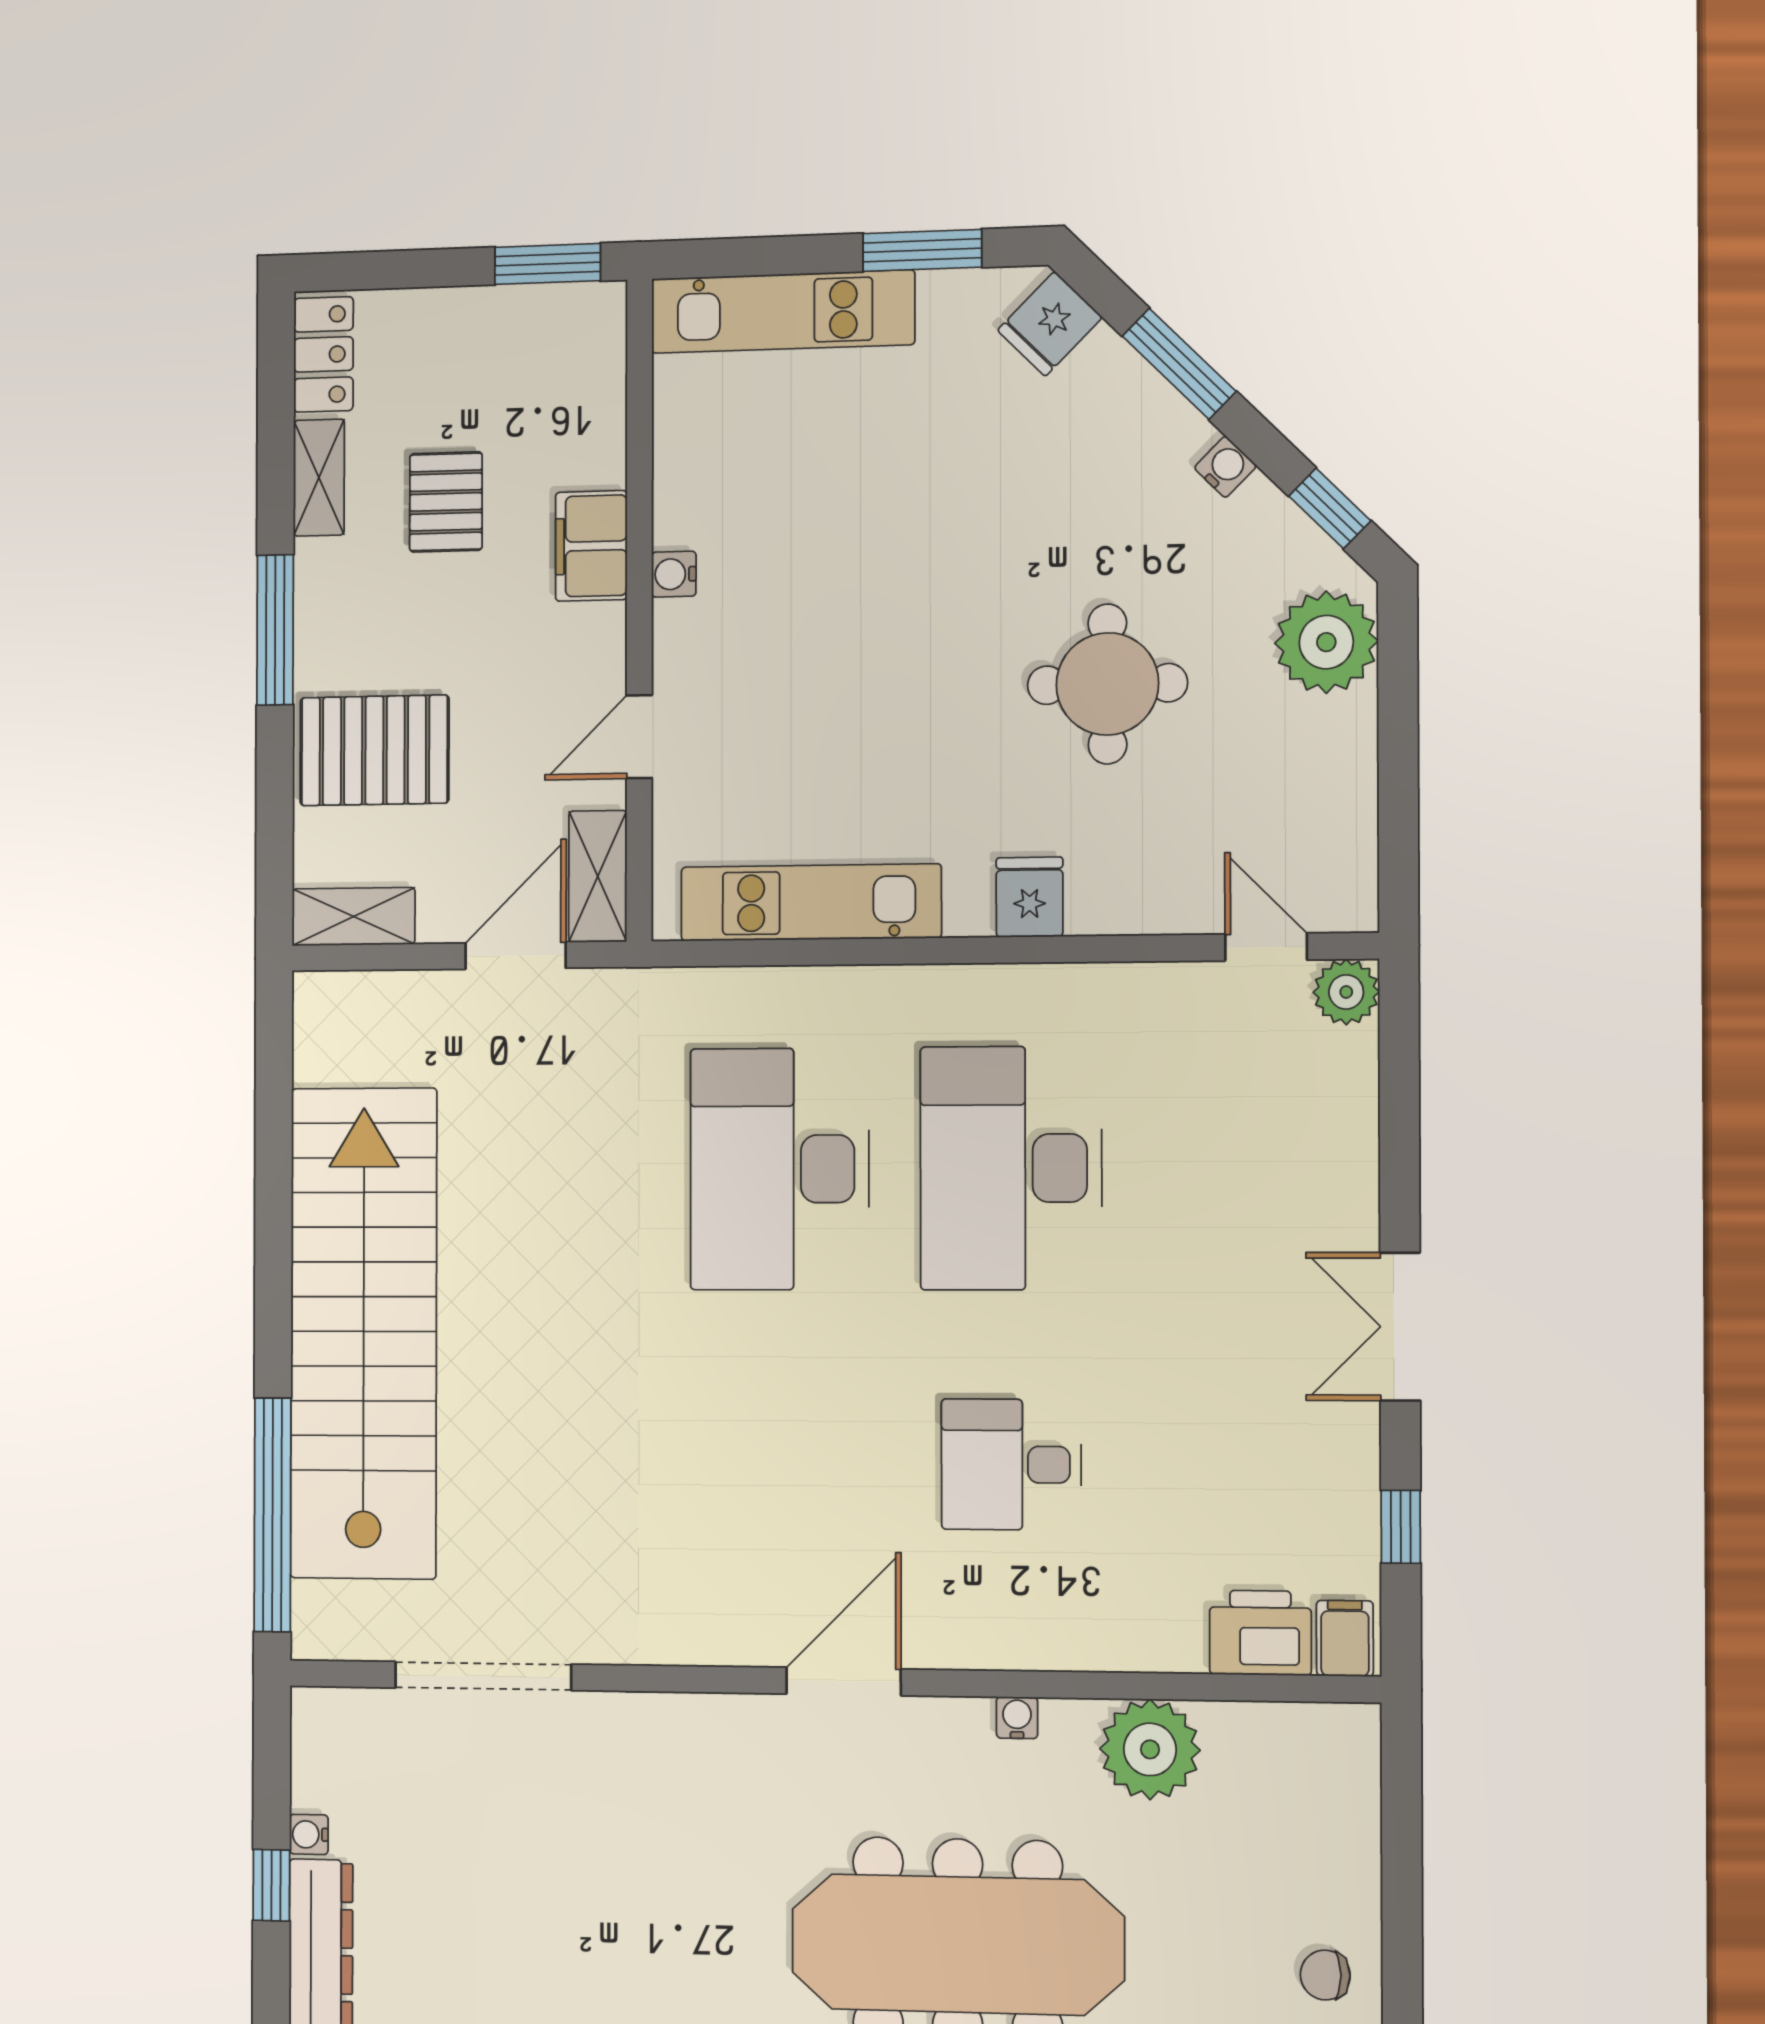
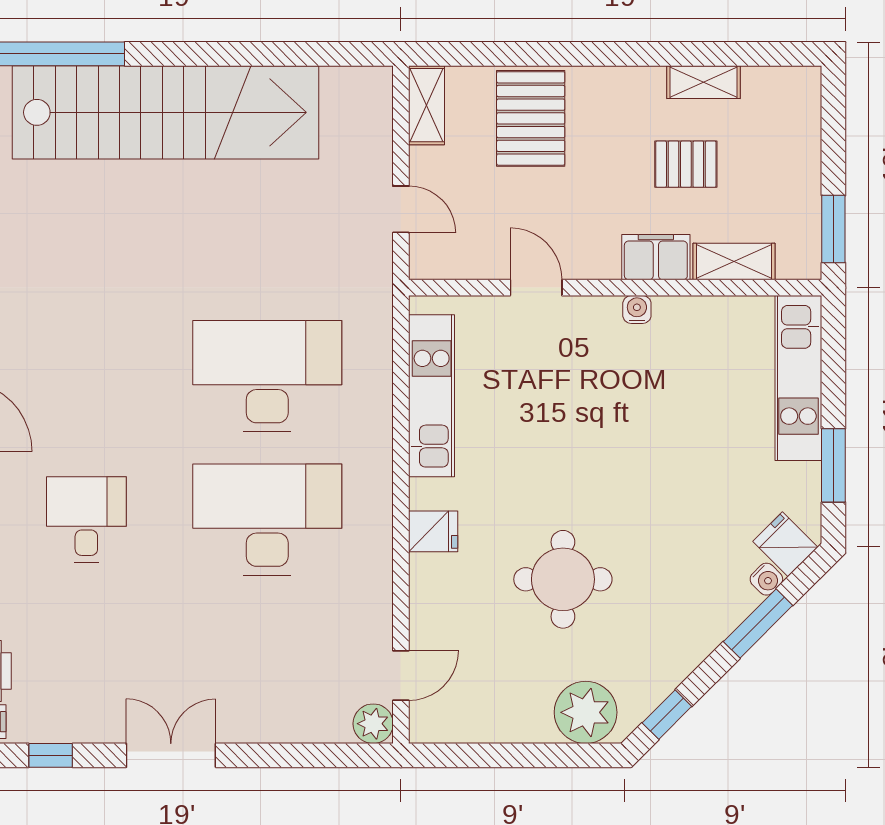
locker: (324, 354) -> (781, 85), removed
water cooler: (1225, 467) -> (766, 579), moved
window: (275, 630) -> (608, 54), removed
shelving: (598, 876) -> (734, 262), moved
door: (516, 955) -> (401, 209), width x0.73

